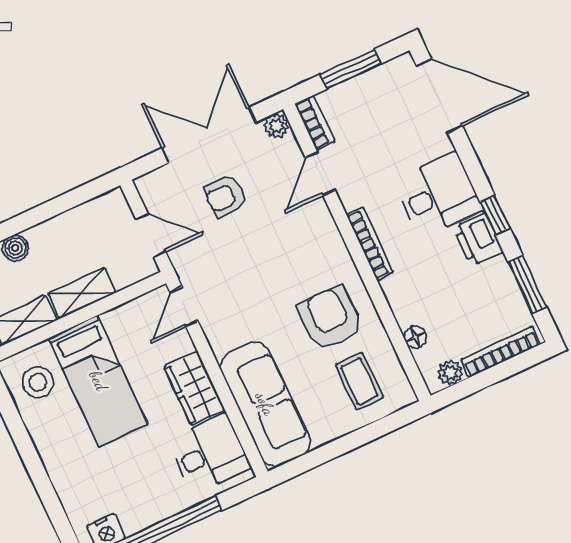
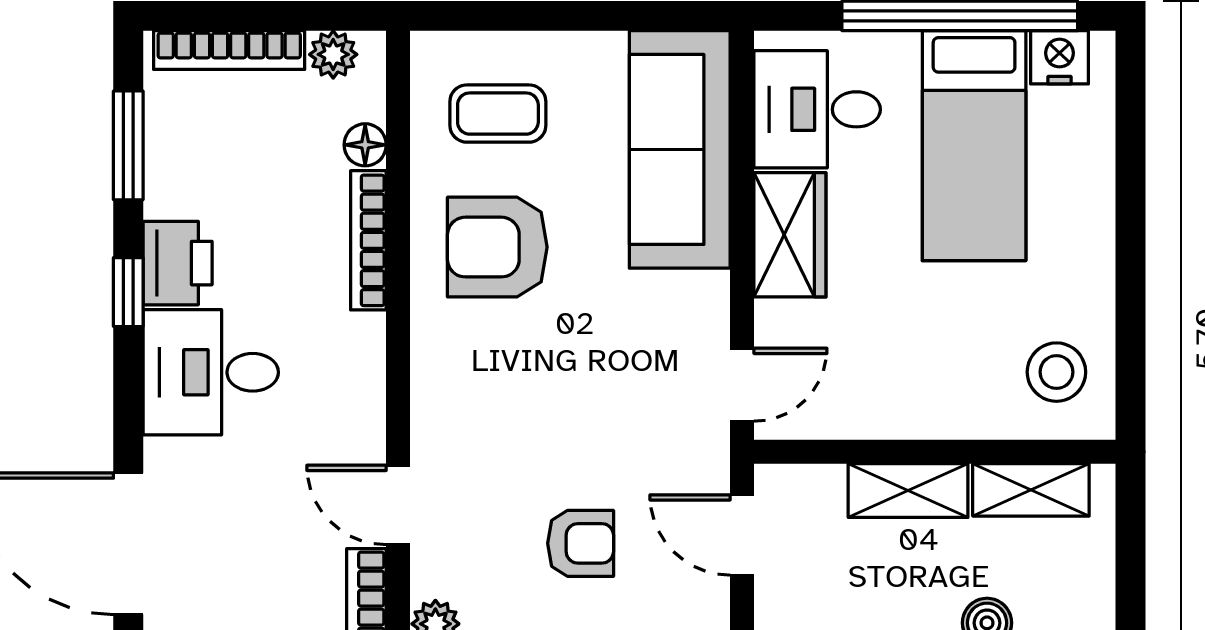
door: (320, 174) -> (398, 505), swing flipped
bookcase: (370, 244) -> (368, 240), moved
armchair: (330, 318) -> (497, 247), turned 90
bed: (98, 381) -> (974, 146), moved, turned 180
coffee table: (359, 381) -> (498, 114), turned 90

